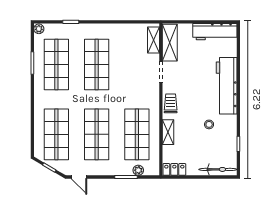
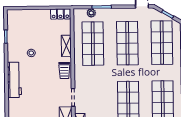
workbench: (227, 86) -> (14, 80), width x0.73, depth x0.76
bicycle: (218, 169) -> (23, 15), removed

